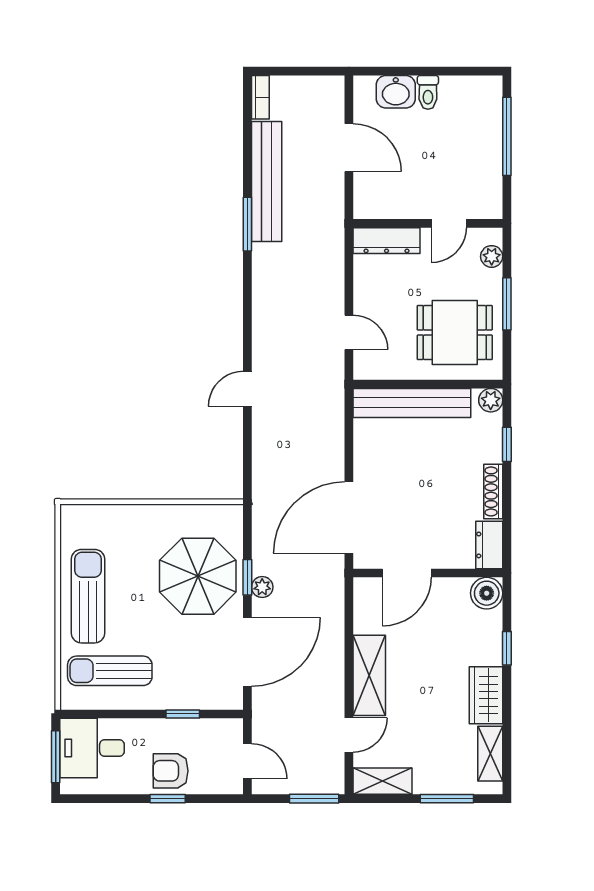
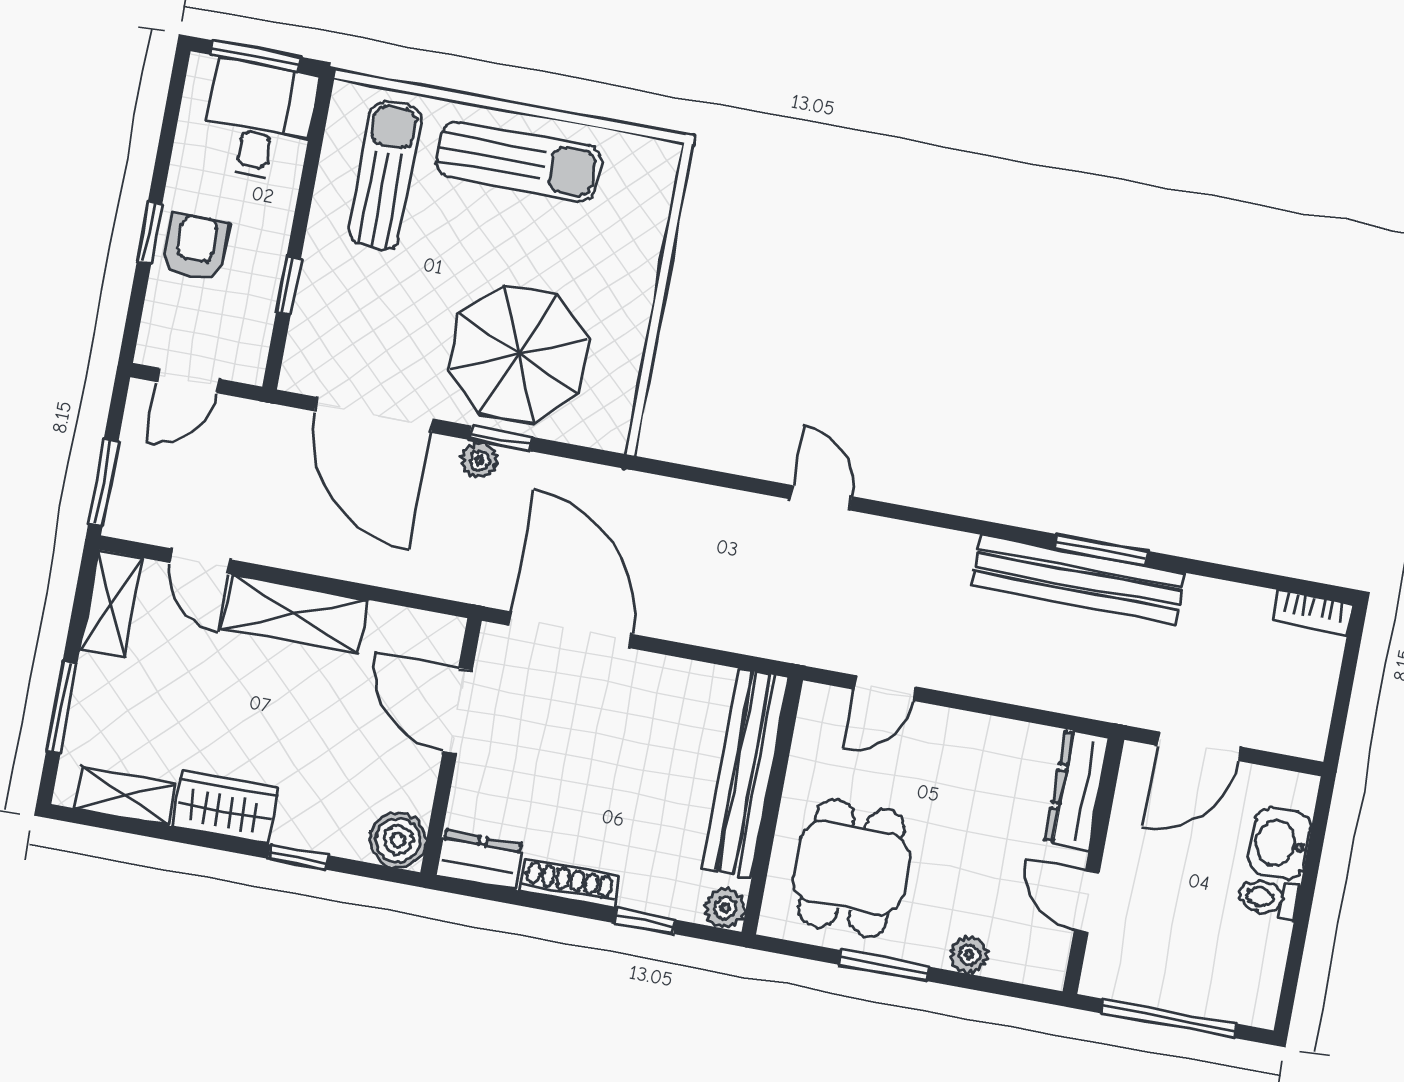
bench: (267, 182) -> (1078, 579), moved
wall: (428, 223) -> (1093, 866), moved
door: (449, 223) -> (1087, 901), moved
dresser: (387, 241) -> (1077, 790), moved

